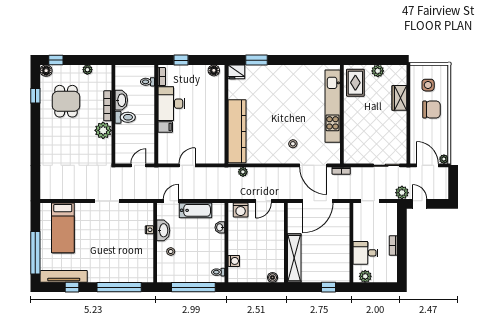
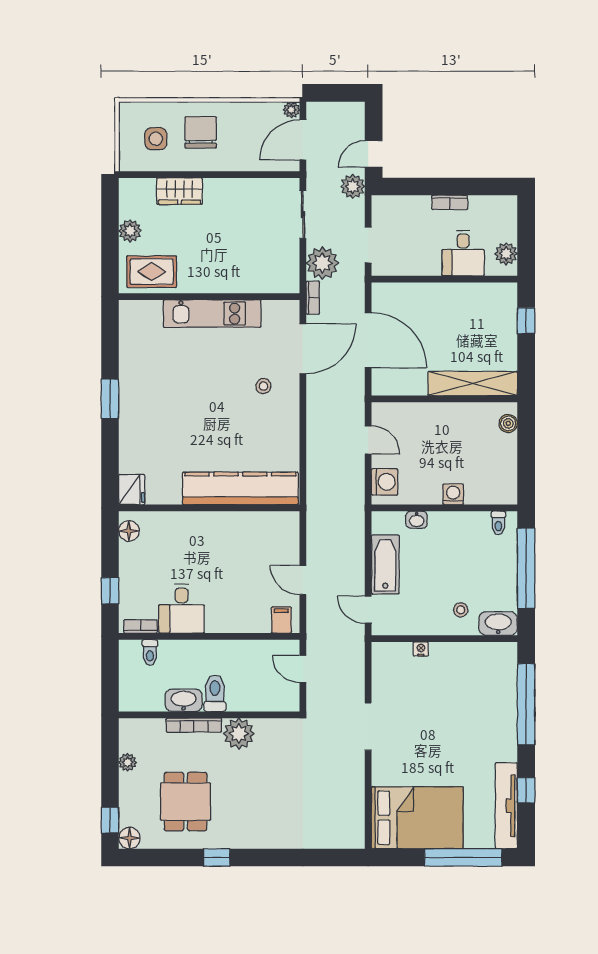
window: (257, 60) -> (110, 399), moved
window: (35, 96) -> (217, 857), moved
dining table: (66, 101) -> (186, 802), turned 90
desk: (171, 104) -> (182, 609), width x0.73
kitchen unit: (333, 106) -> (212, 314), width x0.73
filing cabinet: (165, 127) -> (281, 620), moved
plant: (243, 172) -> (322, 263), moved, width x1.88, depth x1.88
bed: (63, 228) -> (417, 818), width x1.50
washbasin: (163, 230) -> (498, 624), moved
washing machine: (234, 261) -> (453, 494), moved

